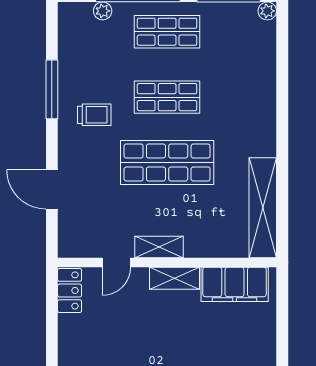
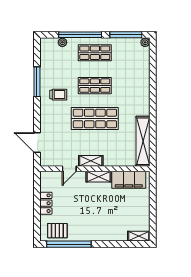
door: (52, 189) -> (37, 143), moved
locker: (70, 290) -> (46, 203), moved

